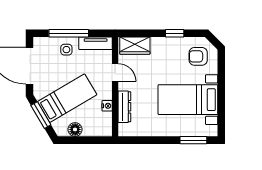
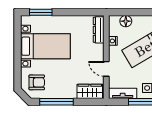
window: (175, 33) -> (56, 102), width x2.17
dresser: (124, 107) -> (99, 30), moved
floor lamp: (75, 129) -> (126, 21), moved

